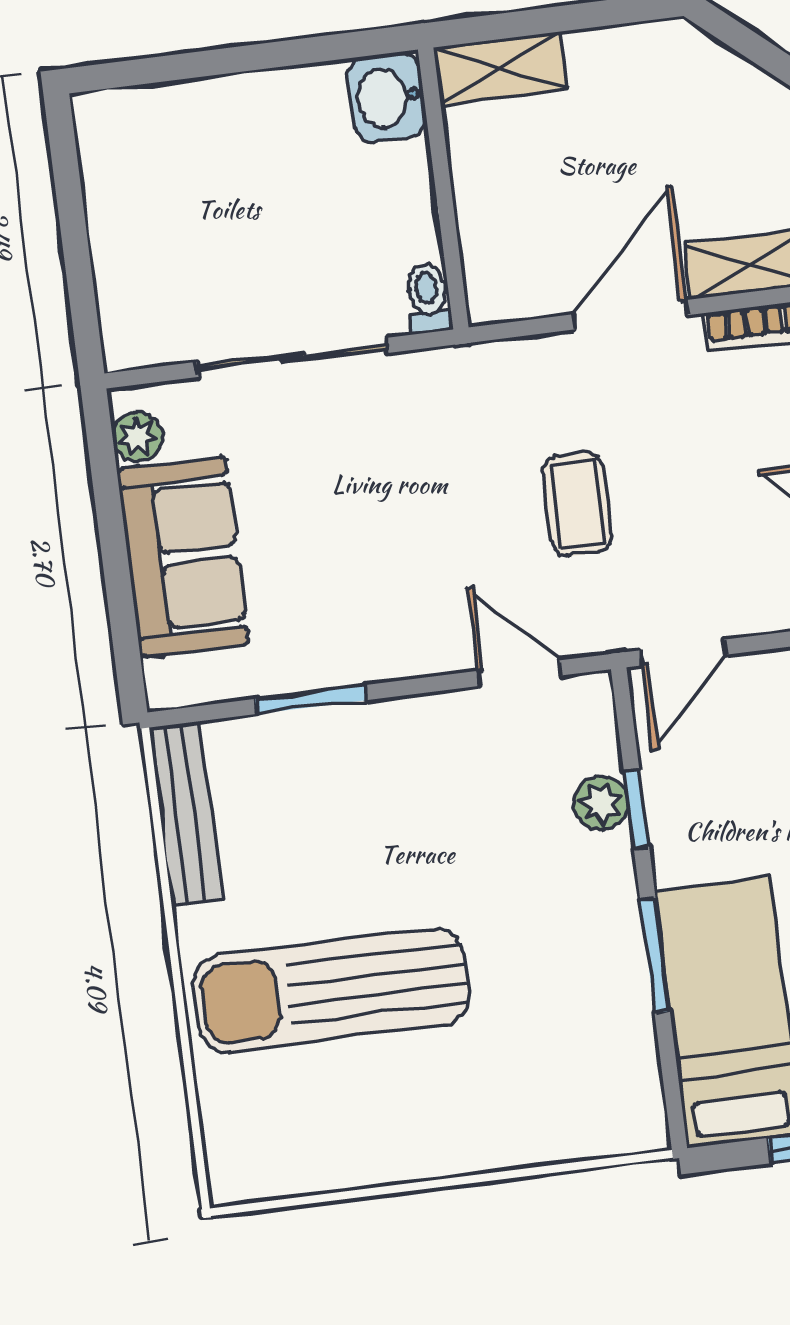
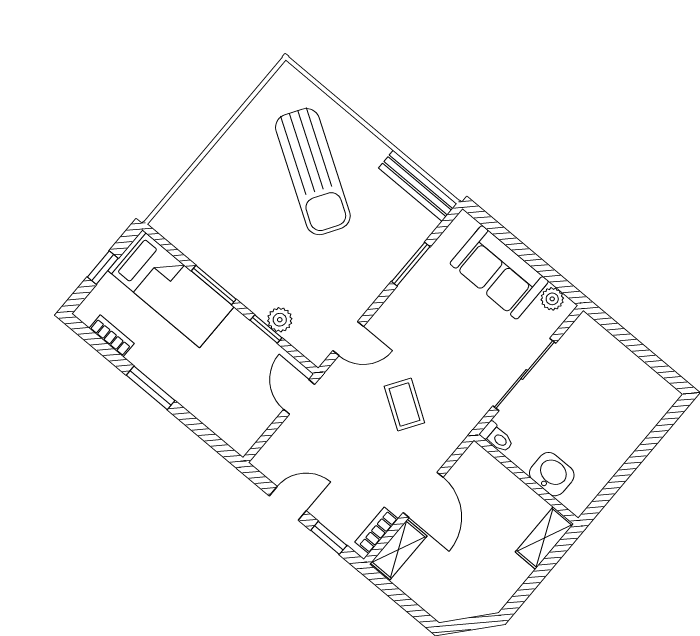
washbasin: (387, 97) -> (552, 474), moved
coffee table: (577, 504) -> (404, 405), moved, turned 33
sun lounger: (331, 990) -> (313, 172), turned 122

